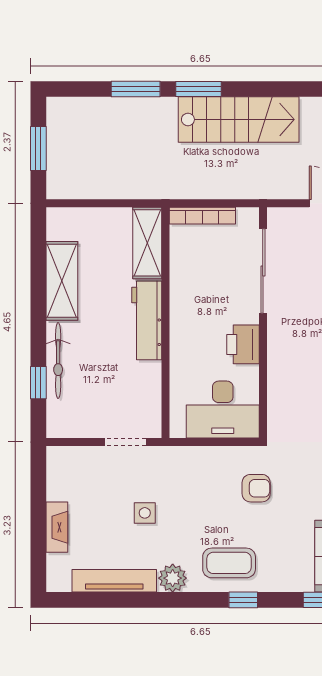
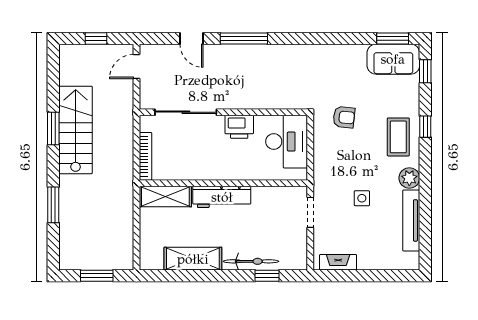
window: (199, 89) -> (53, 129), moved
armchair: (256, 488) -> (344, 117), turned 96
fireplace: (57, 527) -> (338, 262), moved

